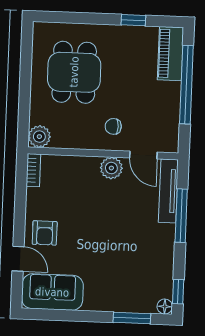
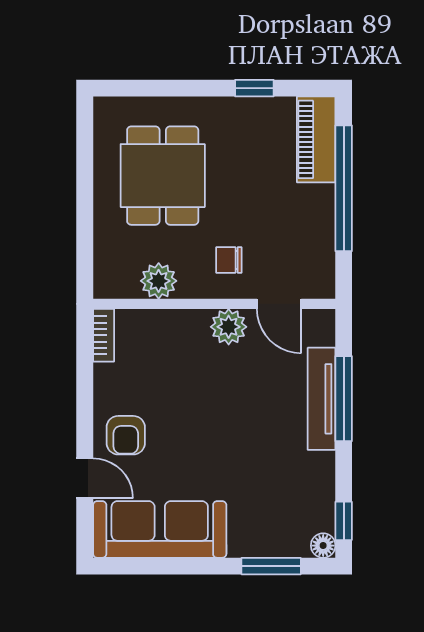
plant: (39, 137) -> (159, 281), moved
tv unit: (168, 191) -> (322, 399), moved
sofa: (52, 292) -> (160, 529), width x1.36

